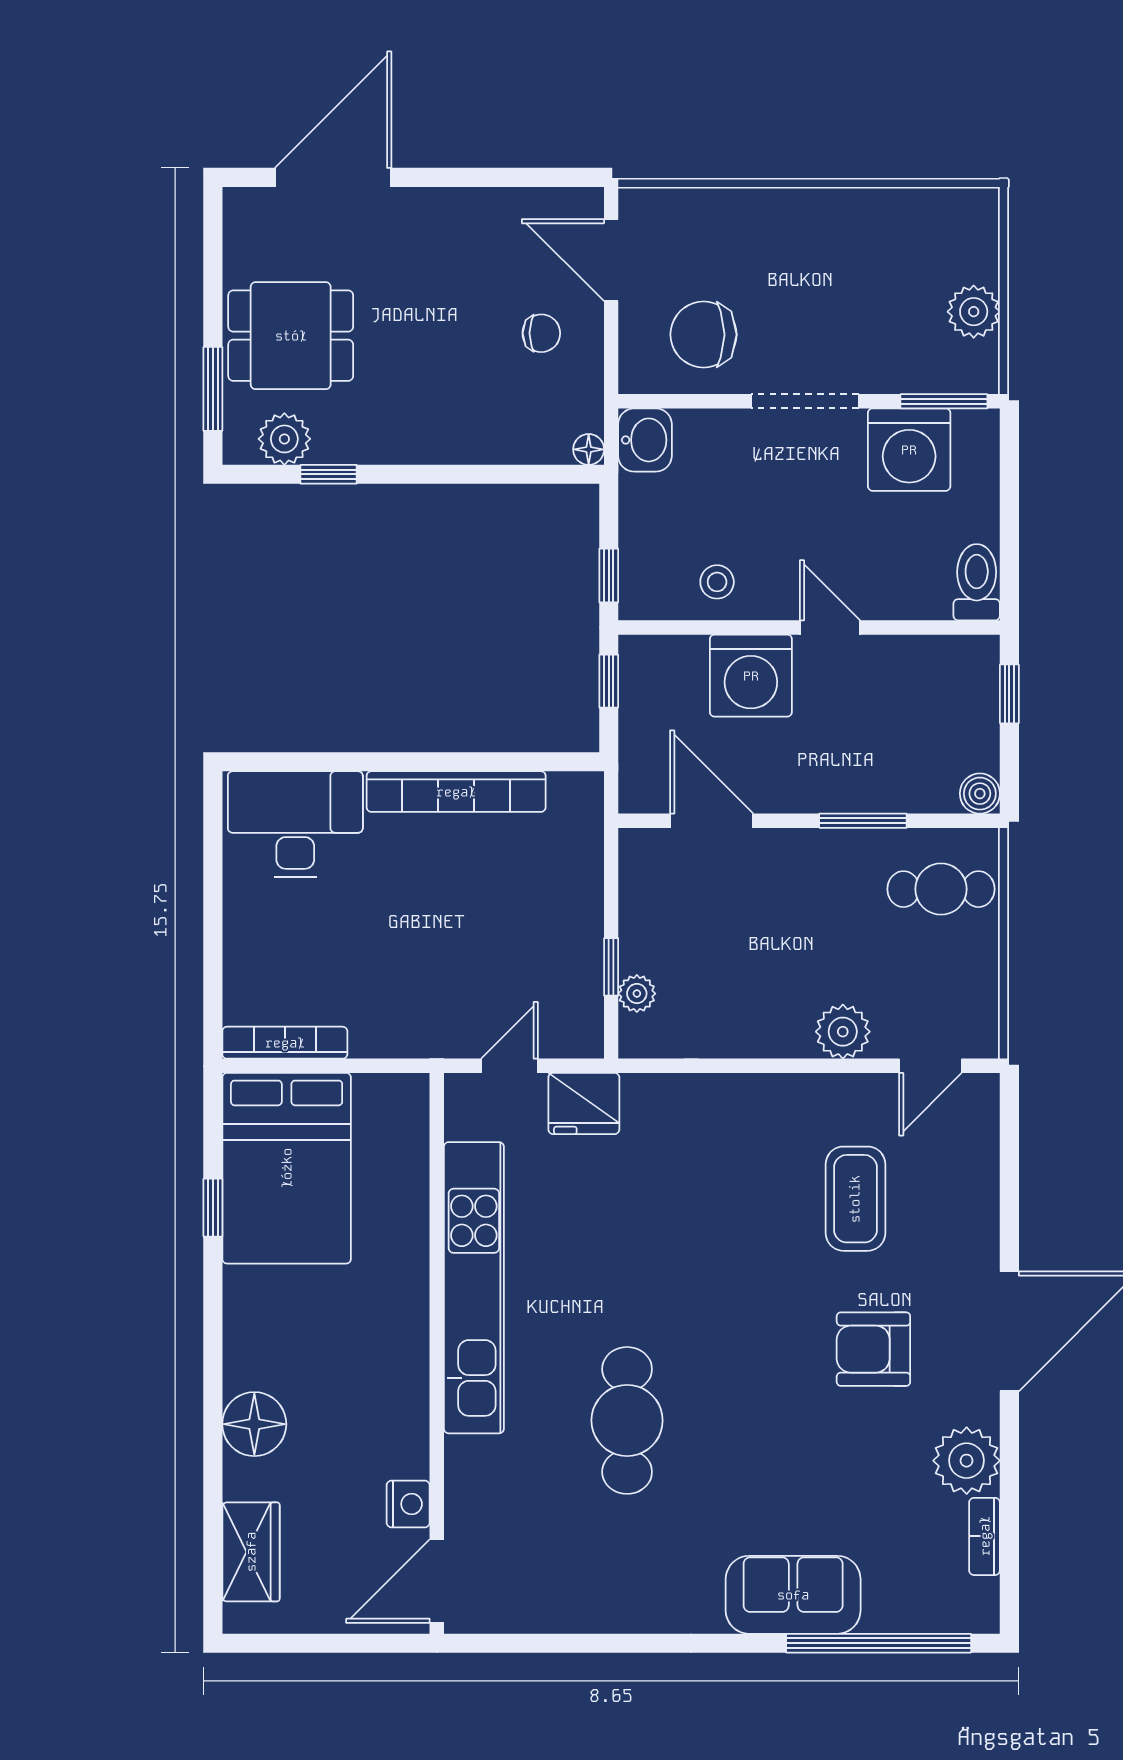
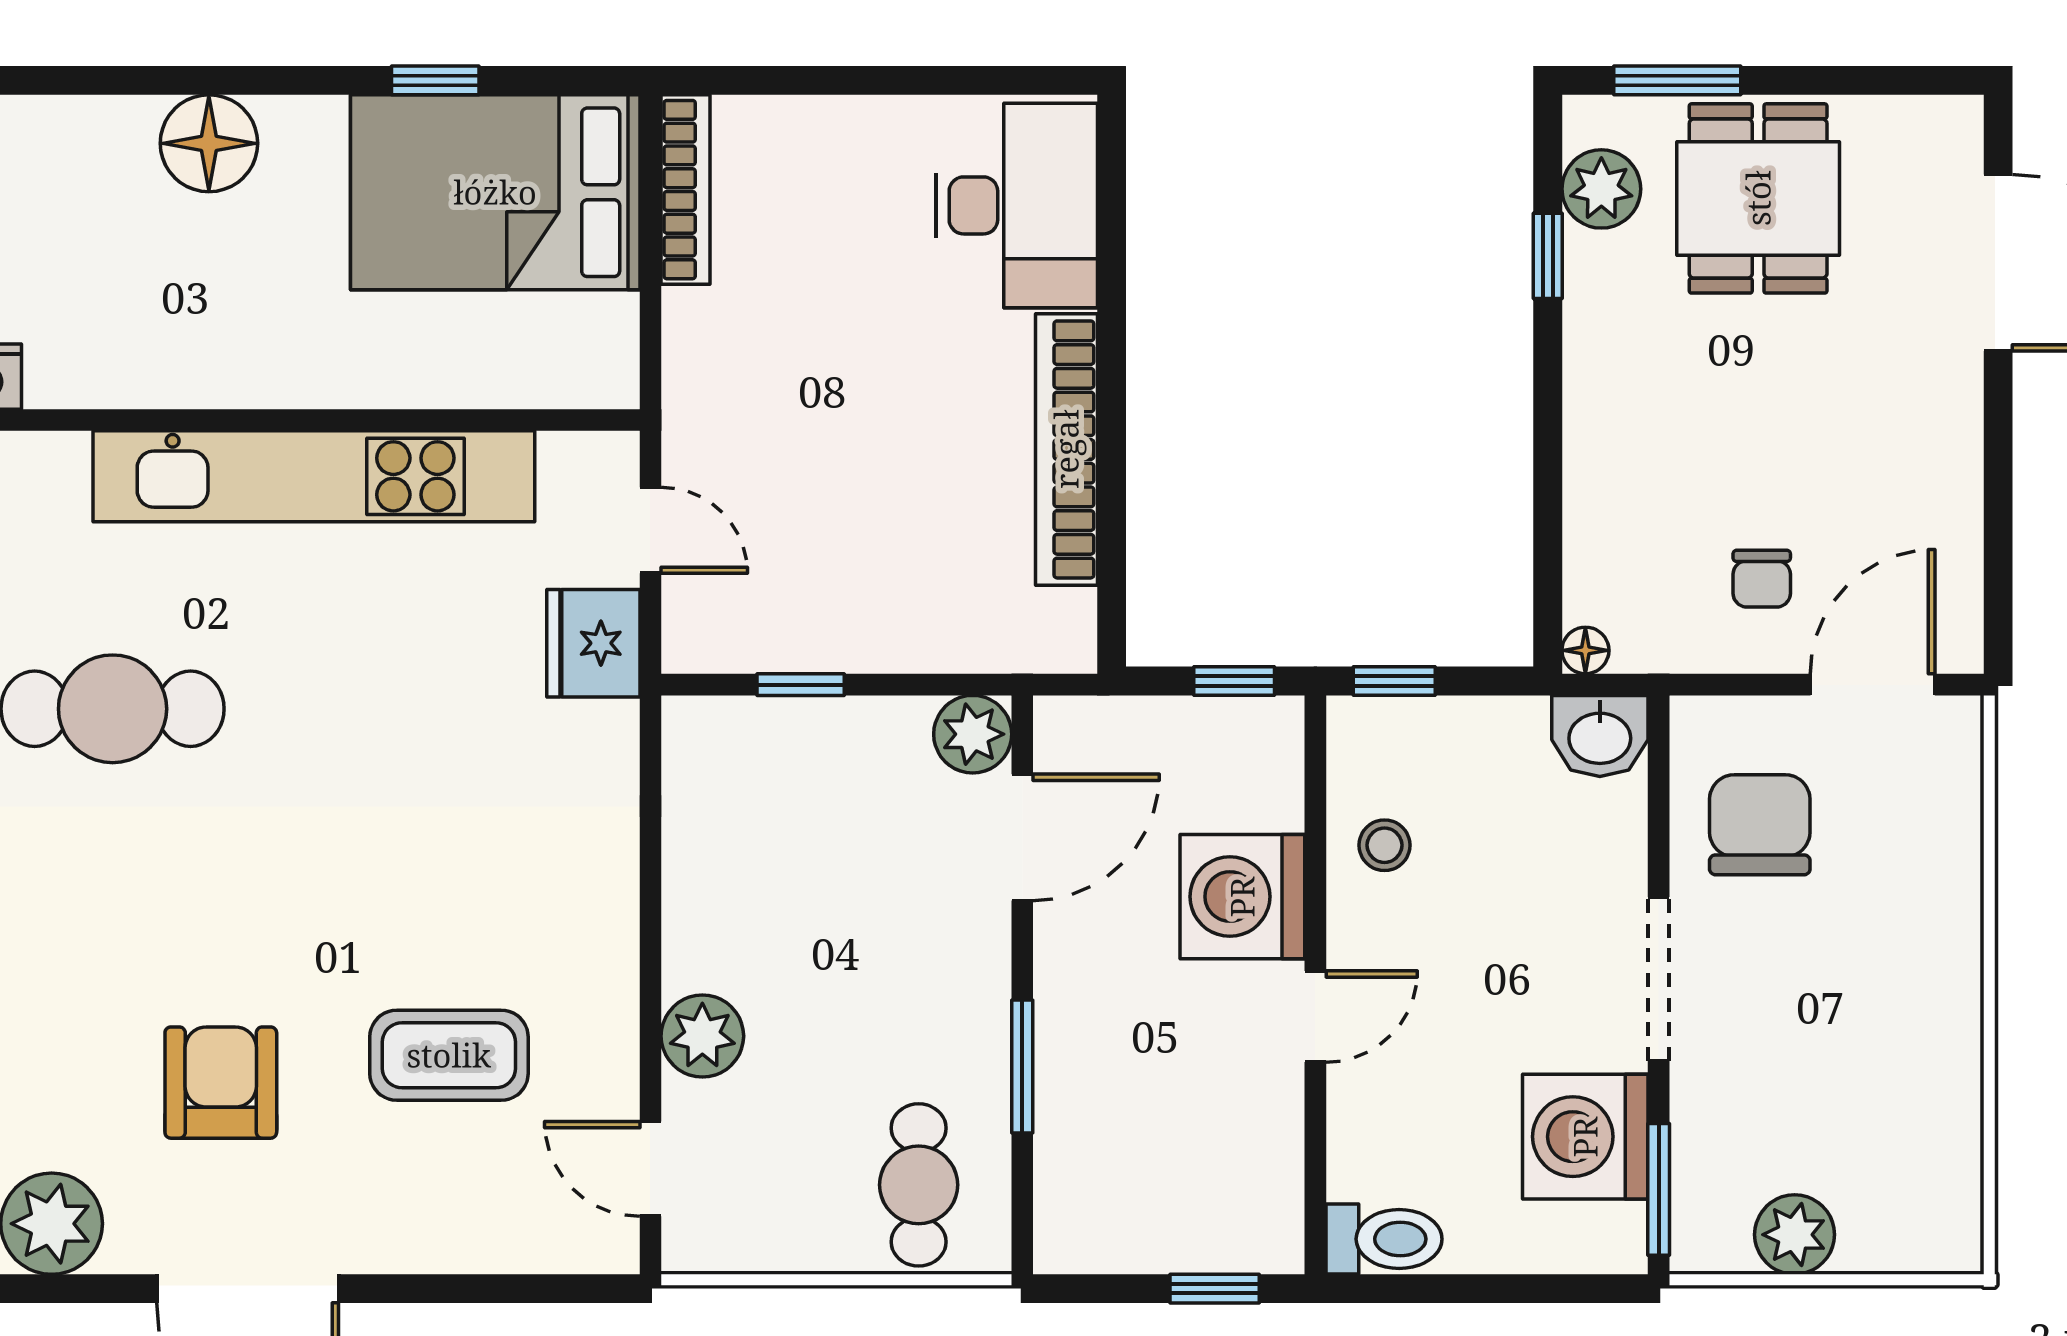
boiler: (980, 794) -> (1063, 1244), removed
plant: (637, 994) -> (973, 734), moved, width x1.38, depth x1.38
floor lamp: (254, 1424) -> (209, 143), moved

